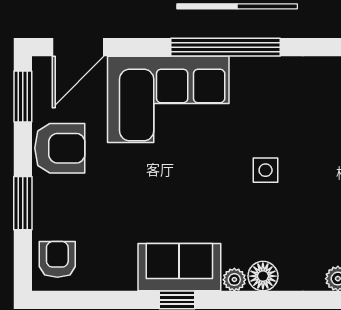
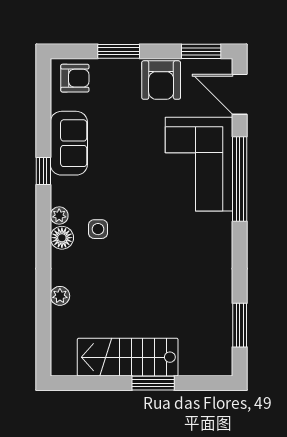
window: (226, 47) -> (240, 179), moved
side table: (266, 170) -> (98, 229), moved
sofa: (179, 267) -> (69, 143), moved

